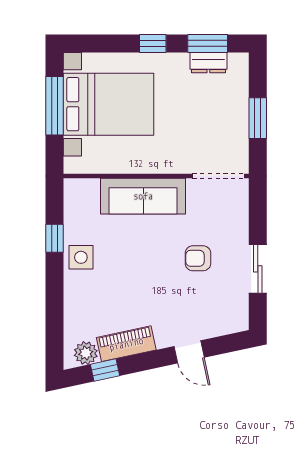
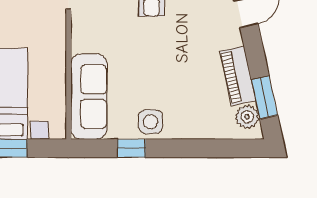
sofa: (143, 196) -> (89, 97), moved
window: (105, 370) -> (264, 97), width x1.50

